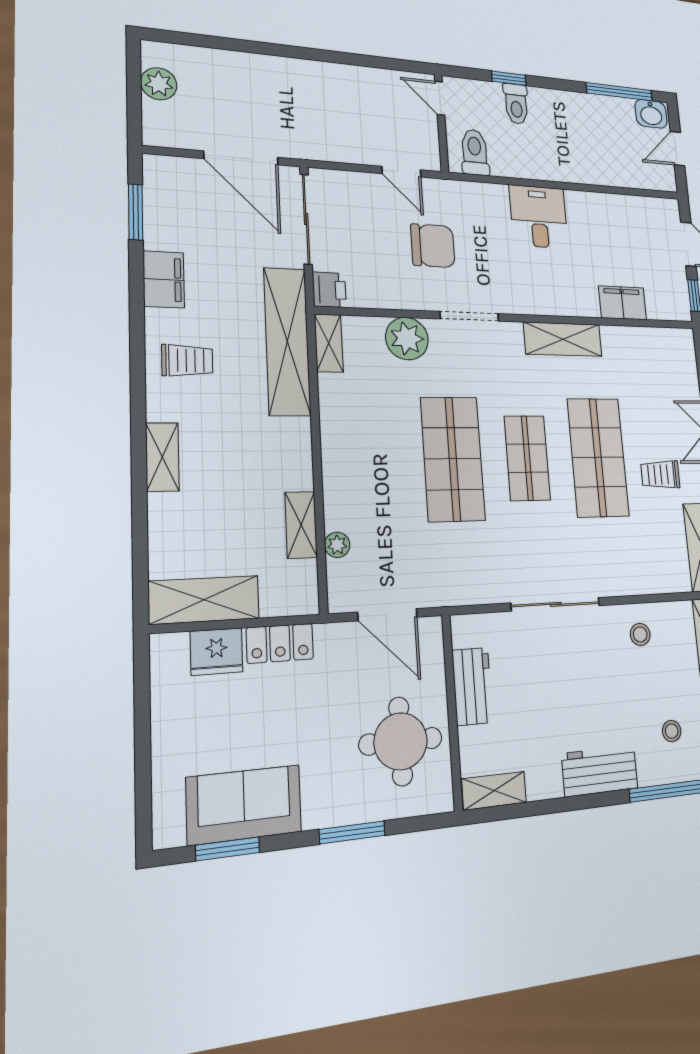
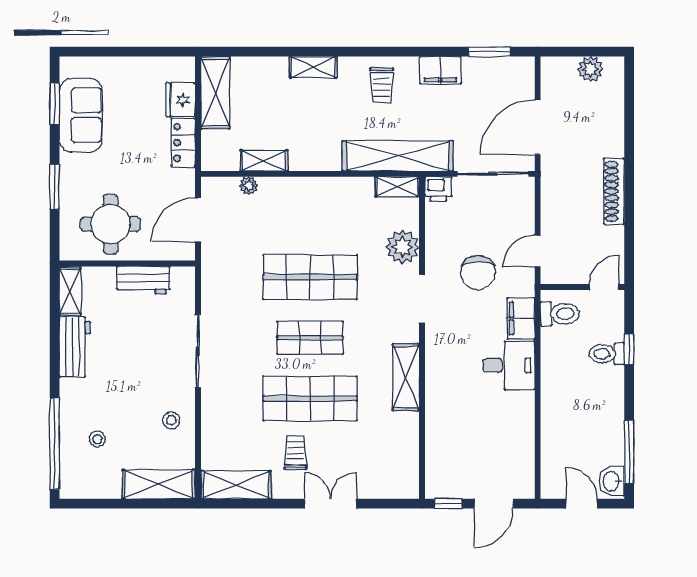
shoe rack: (322, 73) -> (614, 191), added
filing cabinet: (623, 303) -> (521, 319), moved, turned 180
workbench: (600, 771) -> (75, 347), moved

